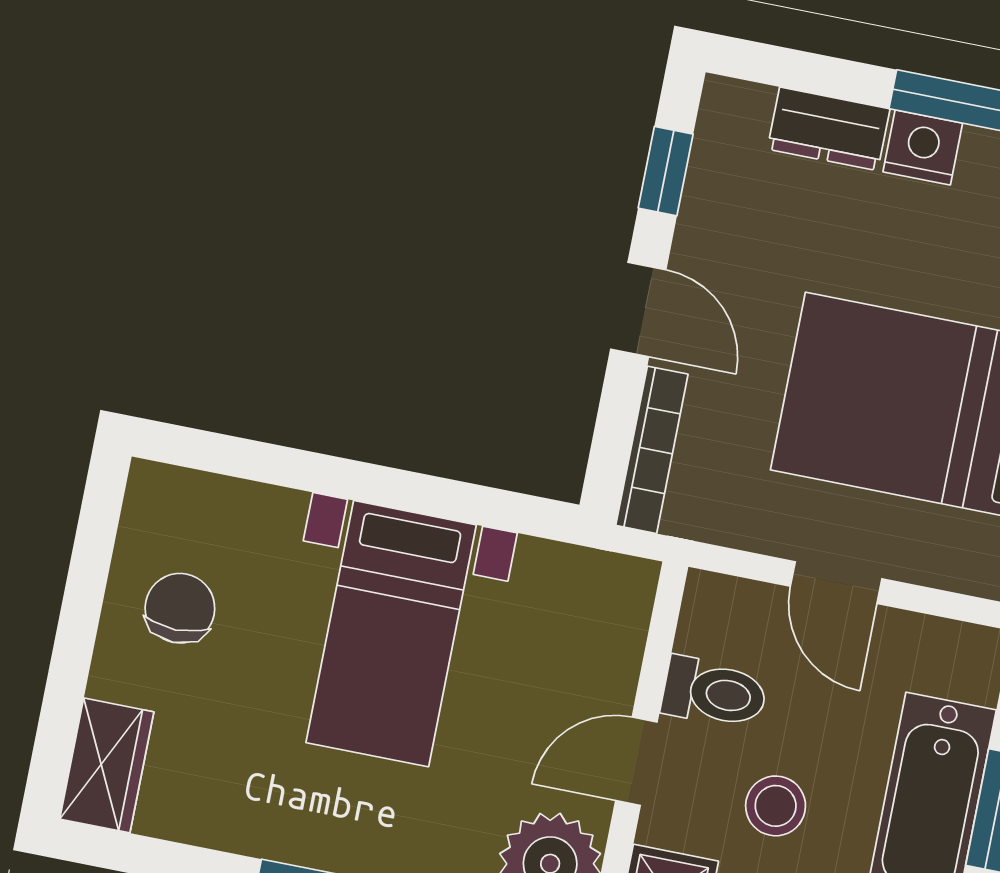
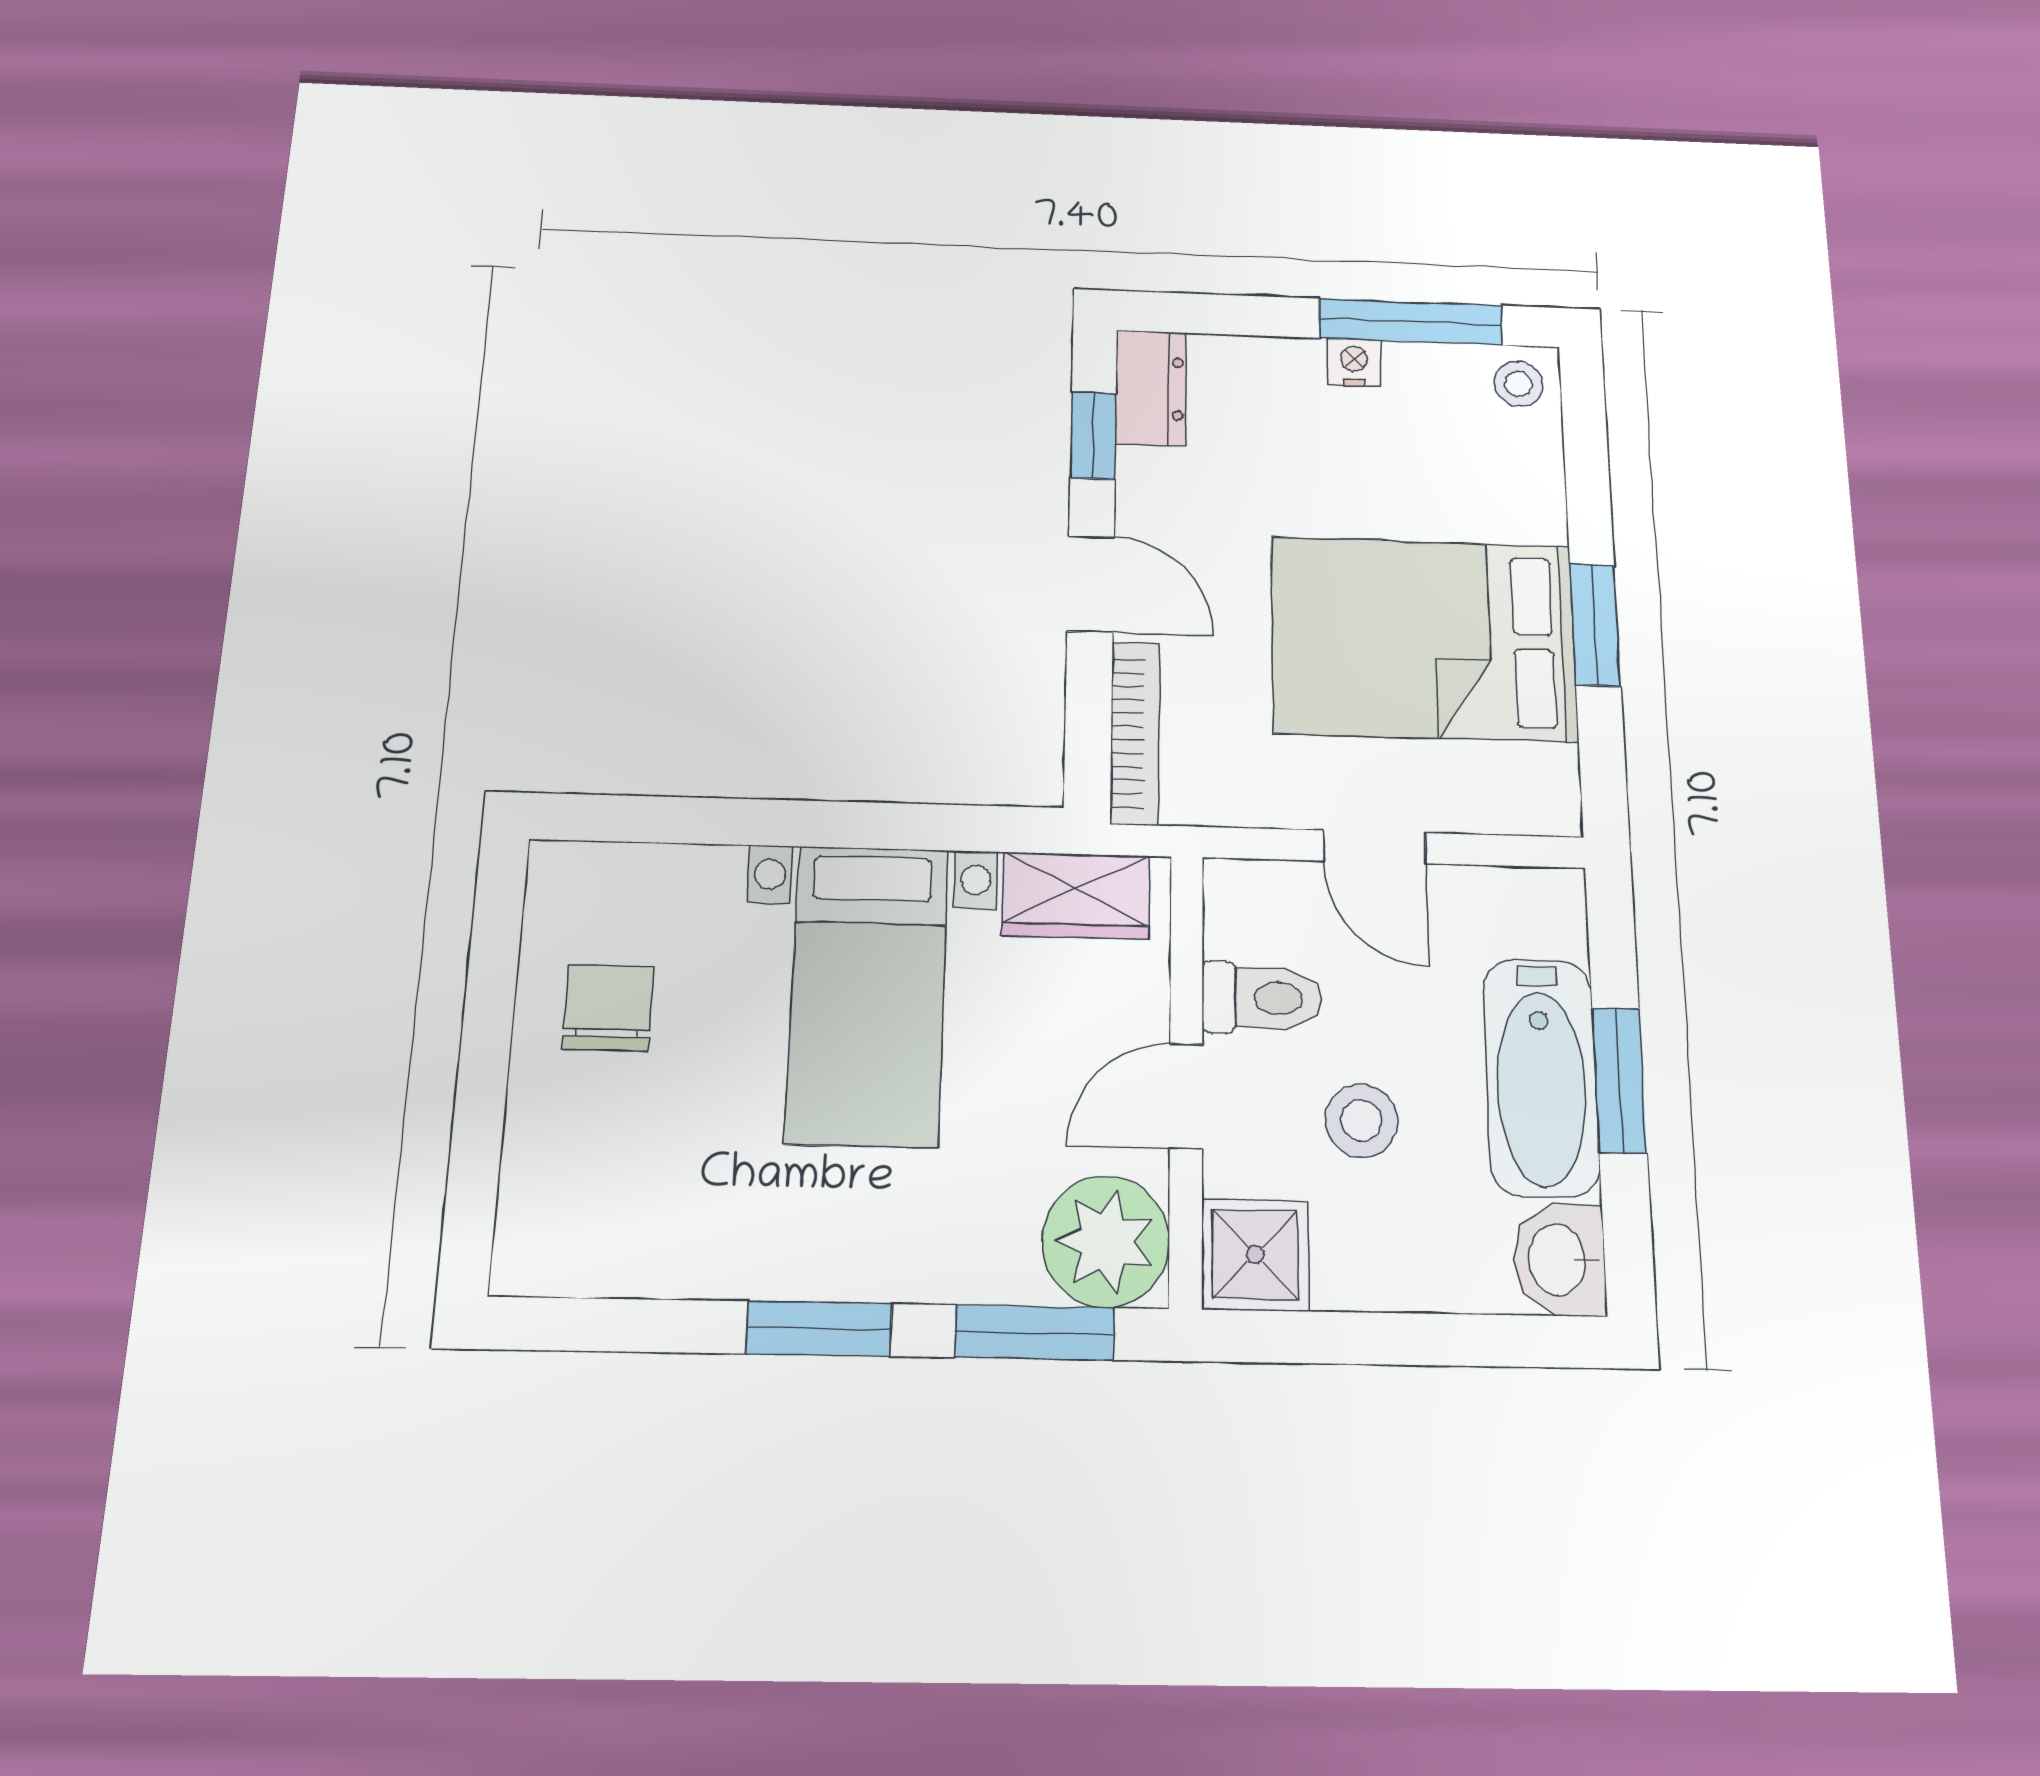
dresser: (829, 129) -> (1151, 388), moved, turned -90
nightstand: (923, 147) -> (1354, 362), width x0.72, depth x0.74
wardrobe: (107, 765) -> (1076, 896), moved, turned 90

